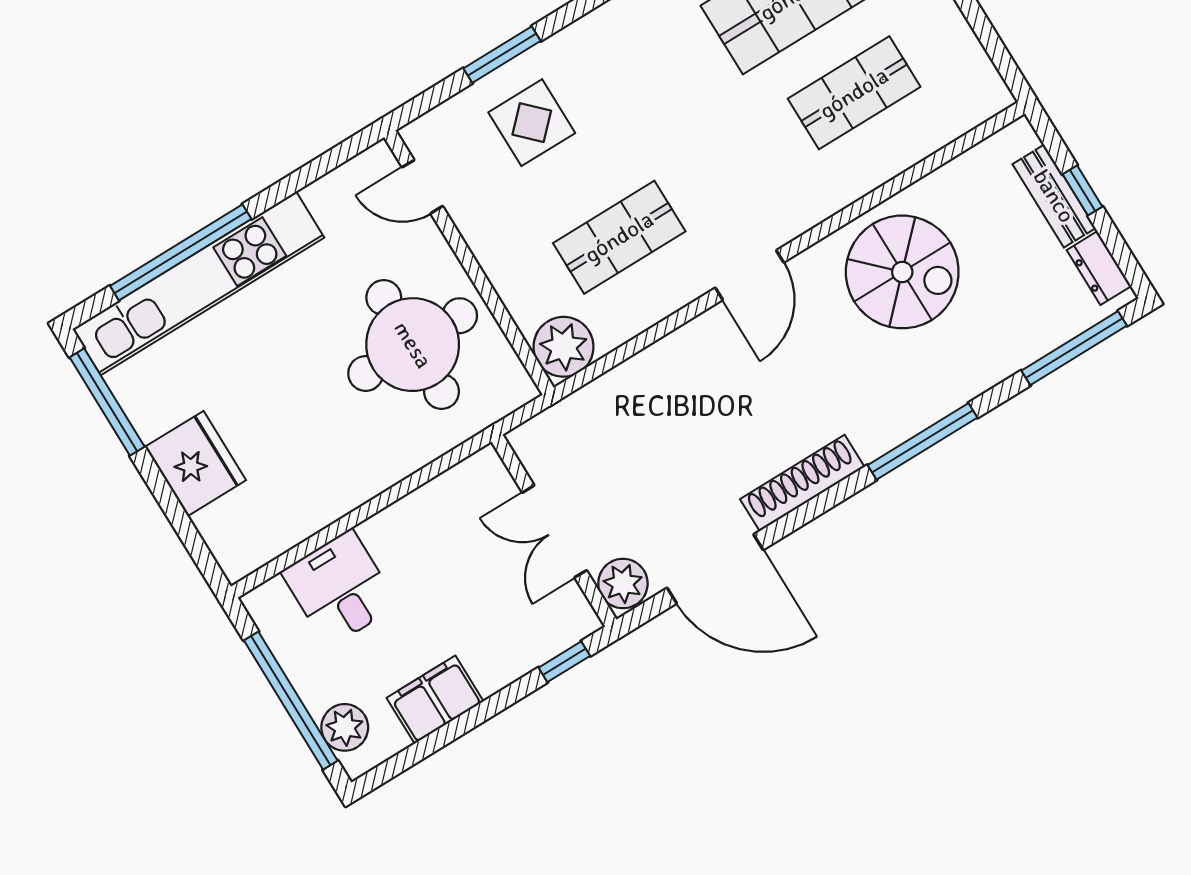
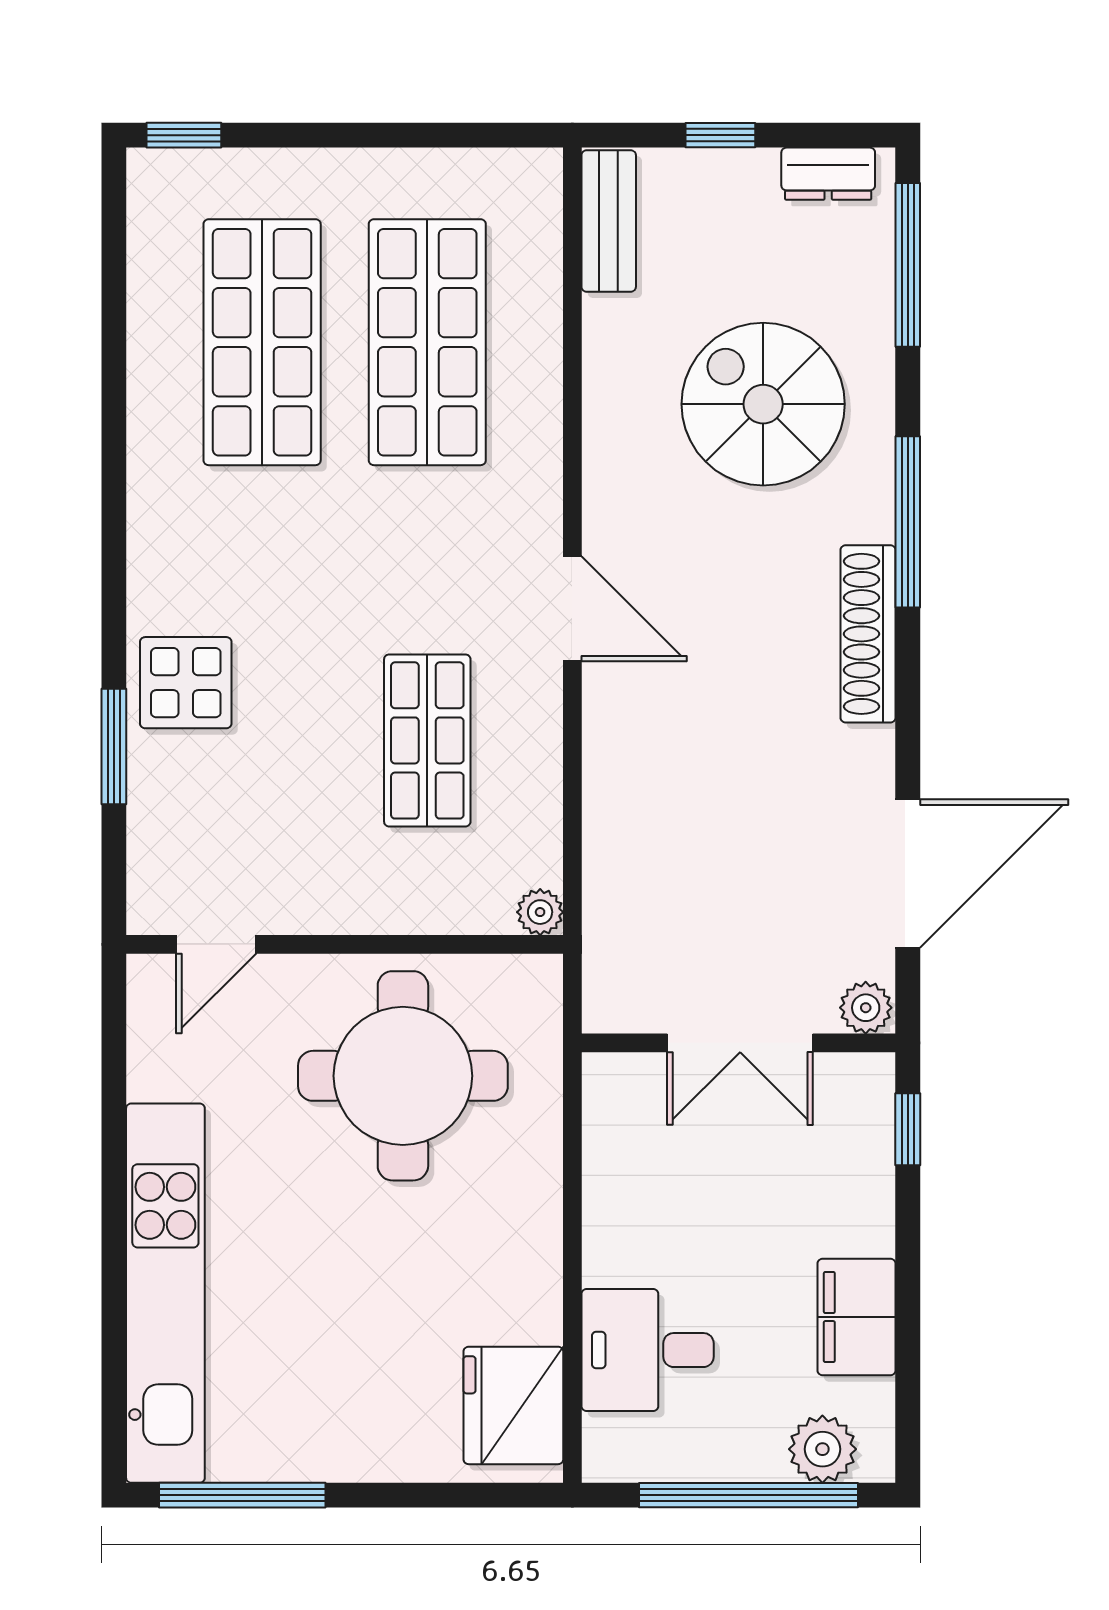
shop shelf: (854, 93) -> (427, 342), width x1.43, depth x1.36
display table: (532, 123) -> (186, 683), moved
bench: (1054, 196) -> (609, 221), moved, turned 90
window: (181, 252) -> (114, 1291), removed
spiral stairs: (902, 272) -> (763, 404), moved, turned -90
plant: (564, 347) -> (540, 912), width x0.53, depth x0.53
fridge: (195, 464) -> (513, 1405), moved, turned -90
shoe rack: (802, 483) -> (868, 634), moved
plant: (623, 584) -> (866, 1008), width x0.73, depth x0.73

